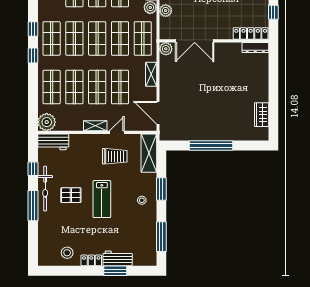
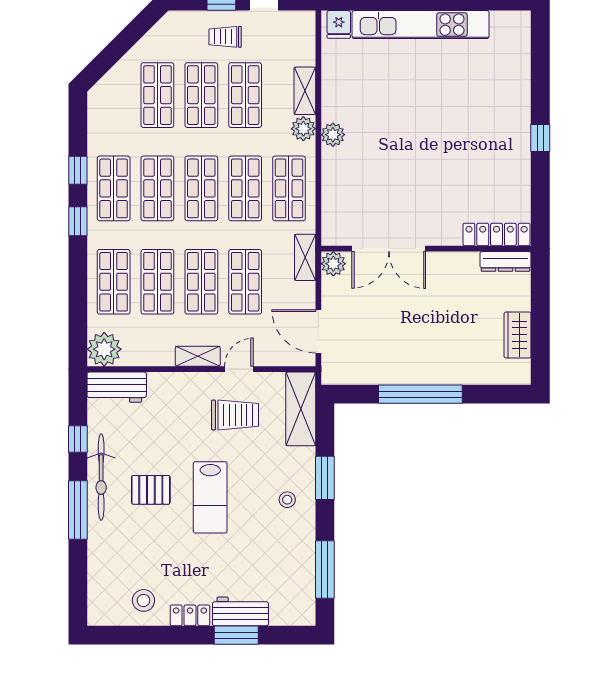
locker: (251, 34) -> (497, 234), moved
double door: (195, 41) -> (389, 249), moved
wall: (214, 41) -> (426, 249), moved
dresser: (255, 48) -> (506, 261), moved
plant: (166, 49) -> (333, 264), moved

